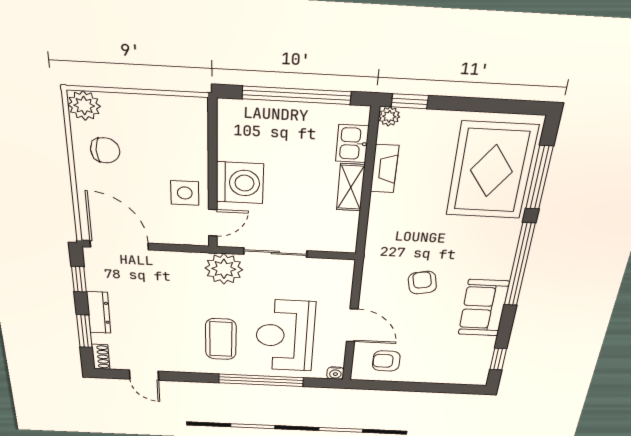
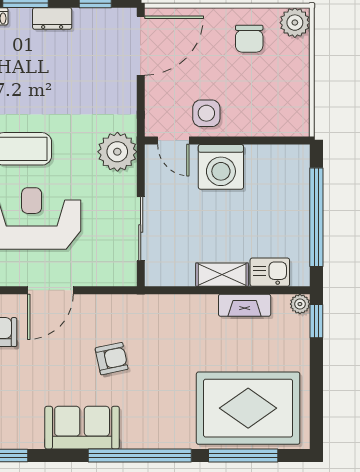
sliding door: (275, 253) -> (141, 229), moved
dresser: (99, 313) -> (52, 18), width x0.70

